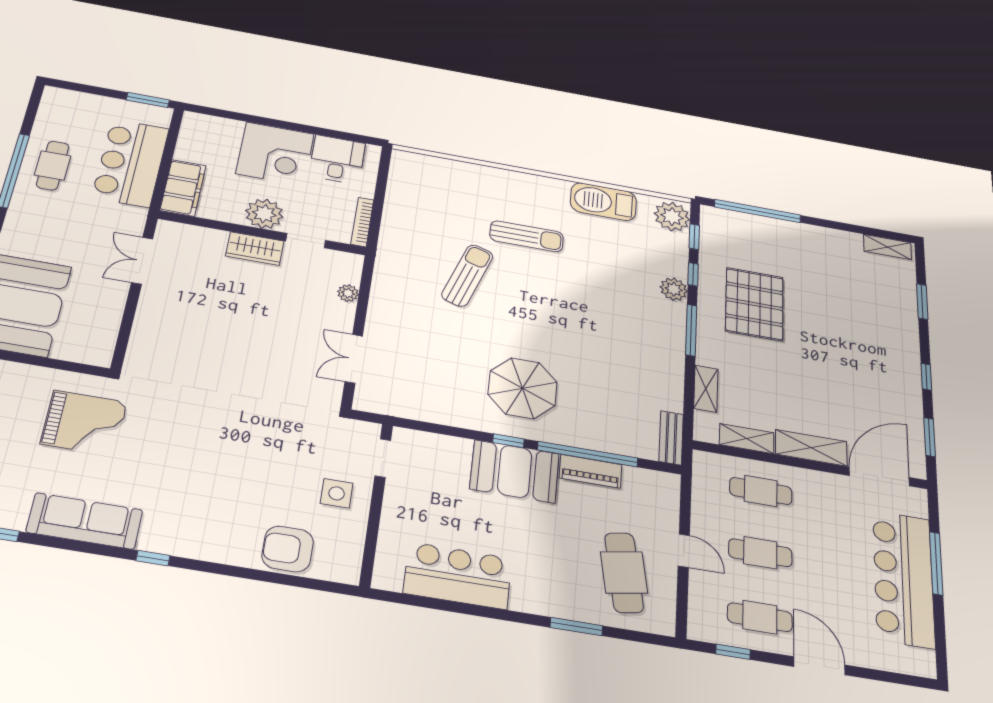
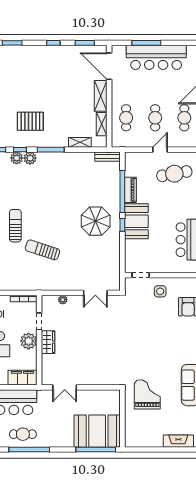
plant: (675, 265) -> (17, 158), added
pallet: (754, 304) -> (30, 121), width x0.73, depth x0.71

